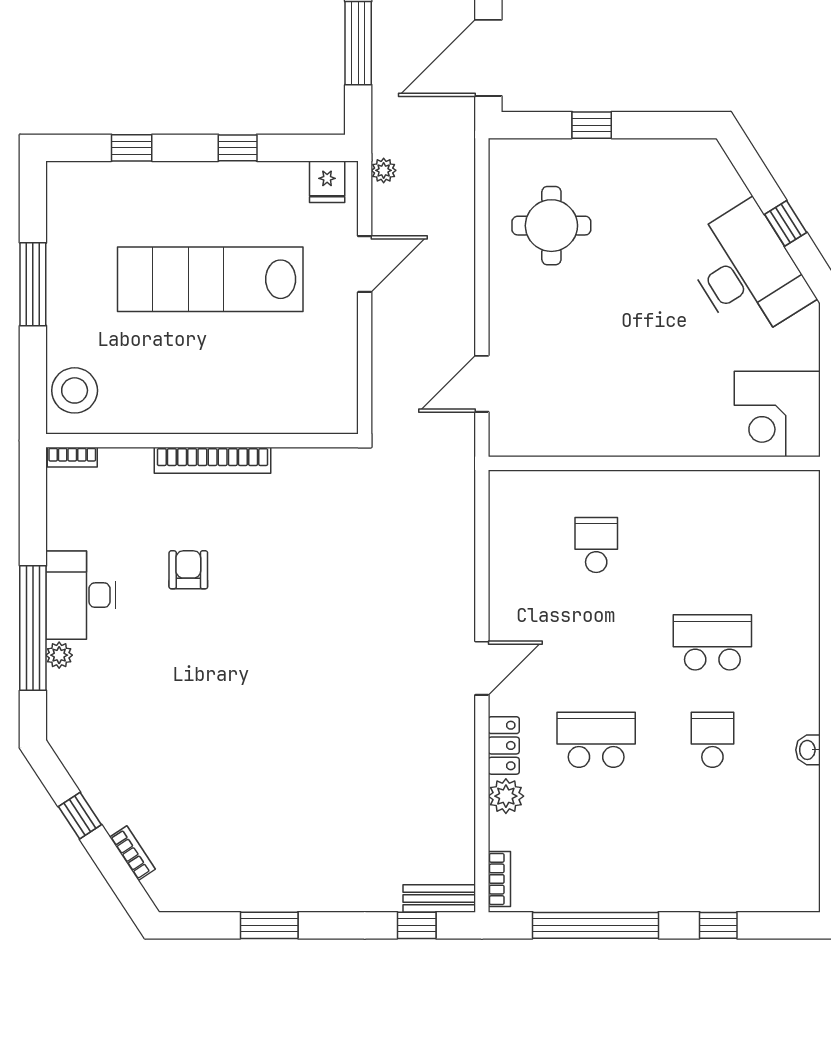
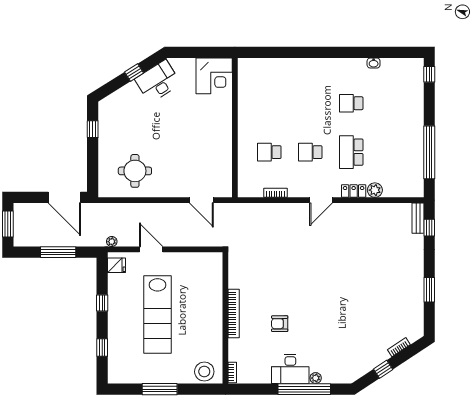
window: (592, 125) -> (93, 129), moved
desk: (747, 272) -> (158, 81), width x0.73, depth x0.77
school desk: (712, 642) -> (310, 152), moved, width x0.54
door: (482, 668) -> (321, 200), swing flipped
washbasin: (808, 750) -> (374, 63), moved
bookcase: (499, 879) -> (275, 193), moved
window: (718, 925) -> (429, 74), moved

